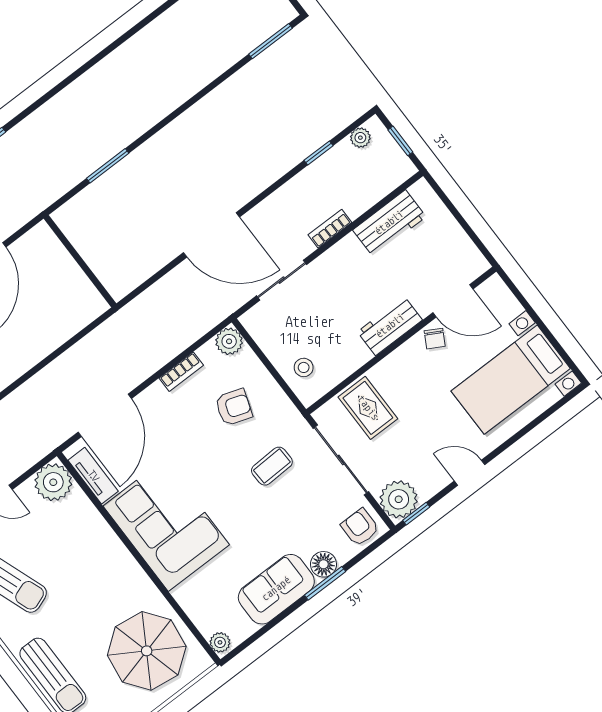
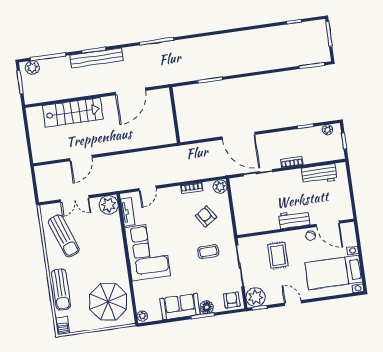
stool: (304, 367) -> (246, 216), removed
armchair: (234, 407) -> (206, 216), turned -142
rug: (368, 408) -> (278, 255), moved
door: (105, 415) -> (148, 188), width x0.53

